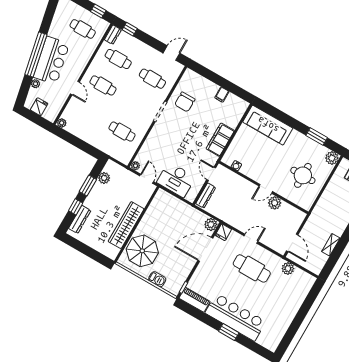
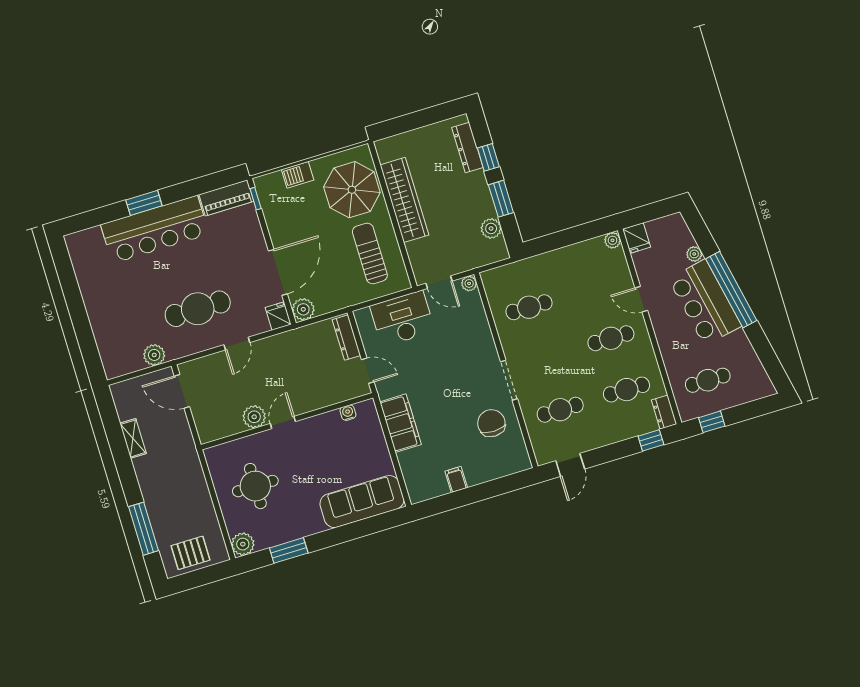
fridge: (39, 107) -> (636, 238), moved
sun lounger: (162, 219) -> (370, 253), added

